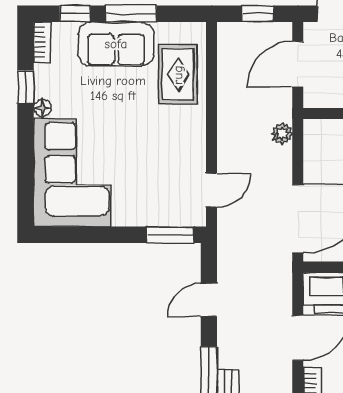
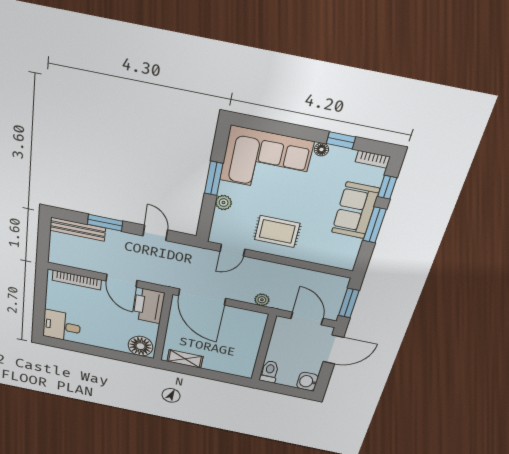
window: (258, 14) -> (349, 303), width x1.50
rug: (178, 75) -> (277, 232), moved
door: (212, 190) -> (232, 250), hinge flipped
plant: (142, 216) -> (224, 203), added
window: (170, 235) -> (214, 178), moved

